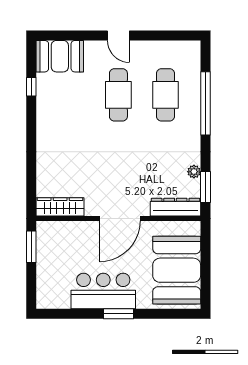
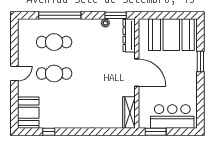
bar counter: (103, 291) -> (172, 117), moved, turned 90
window: (119, 314) -> (200, 61), moved

